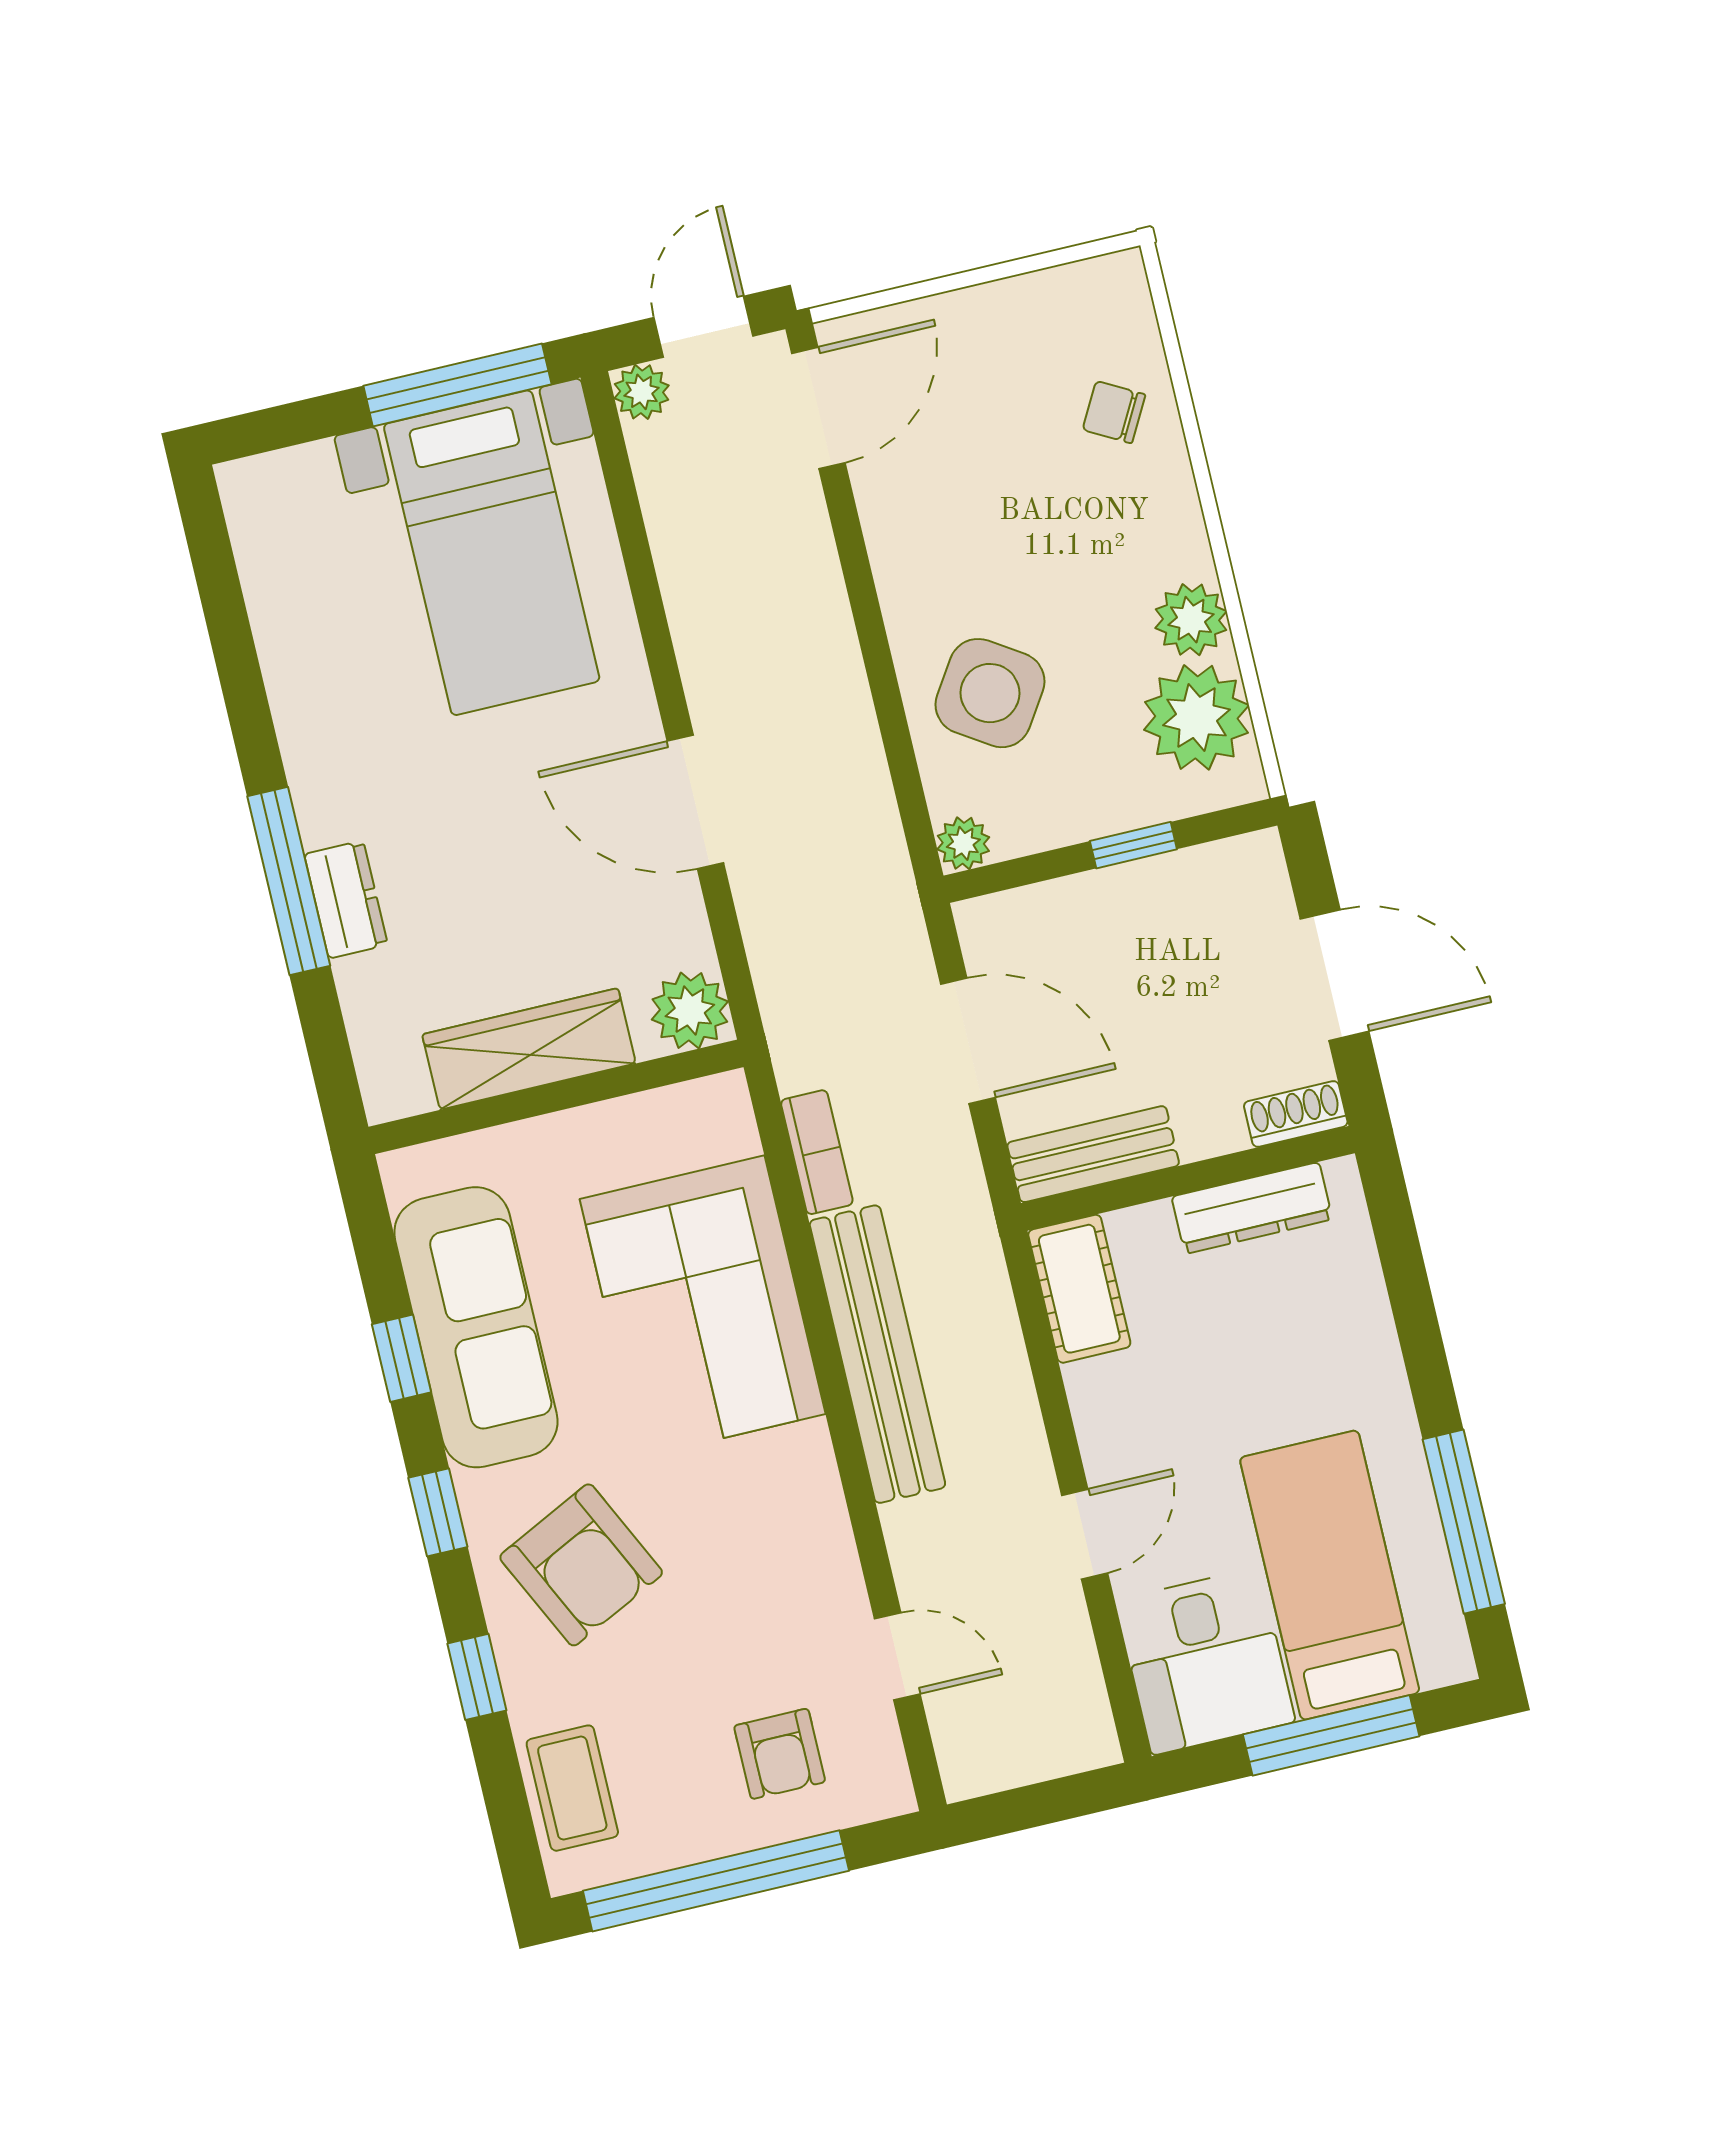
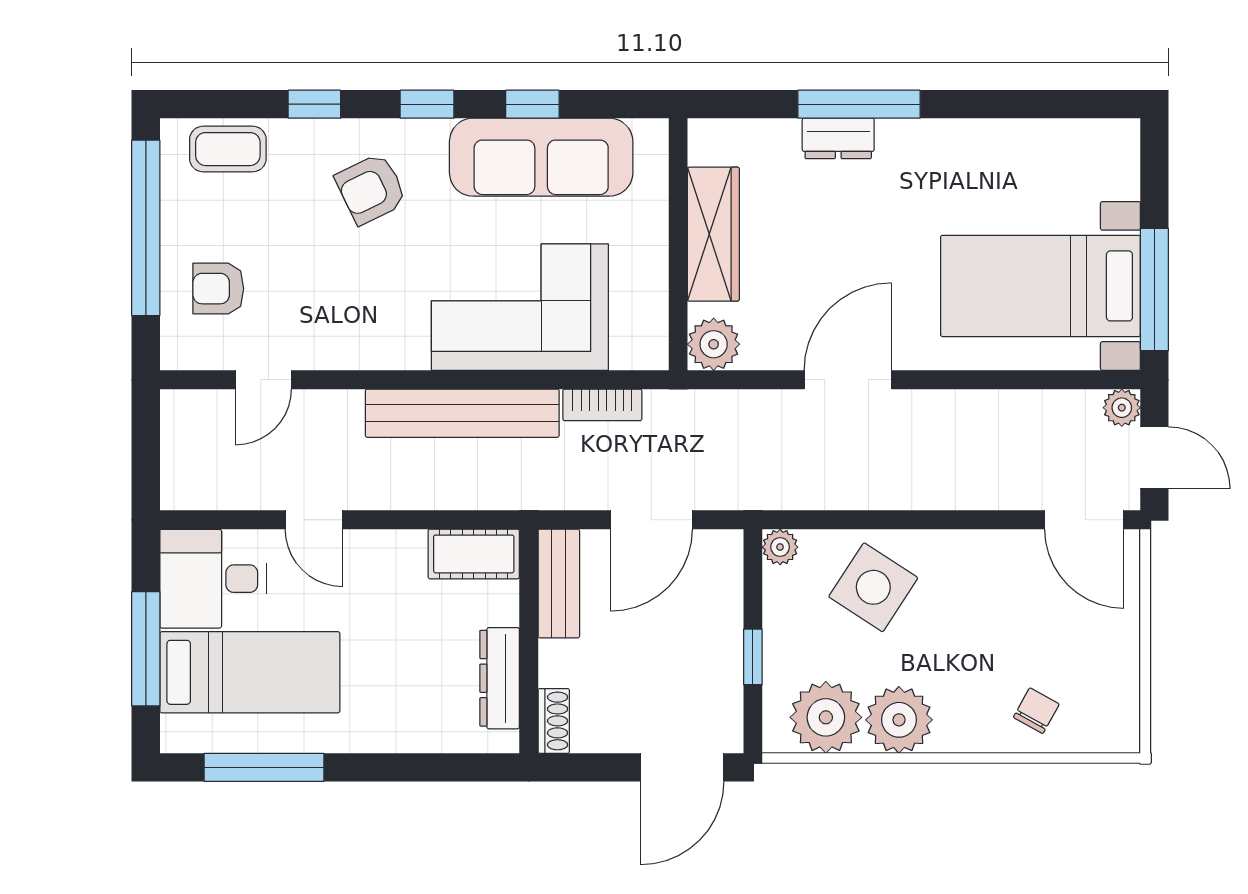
plant: (1191, 620) -> (899, 720), width x1.36, depth x1.36
door: (1334, 975) -> (682, 767), moved
armchair: (581, 1565) -> (371, 189), width x0.72, depth x0.72

